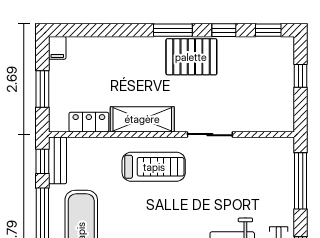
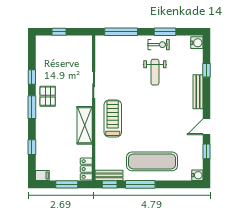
window: (268, 30) -> (32, 147), moved
pallet: (191, 57) -> (48, 96), width x0.67, depth x0.71
locker: (89, 122) -> (86, 169), moved

